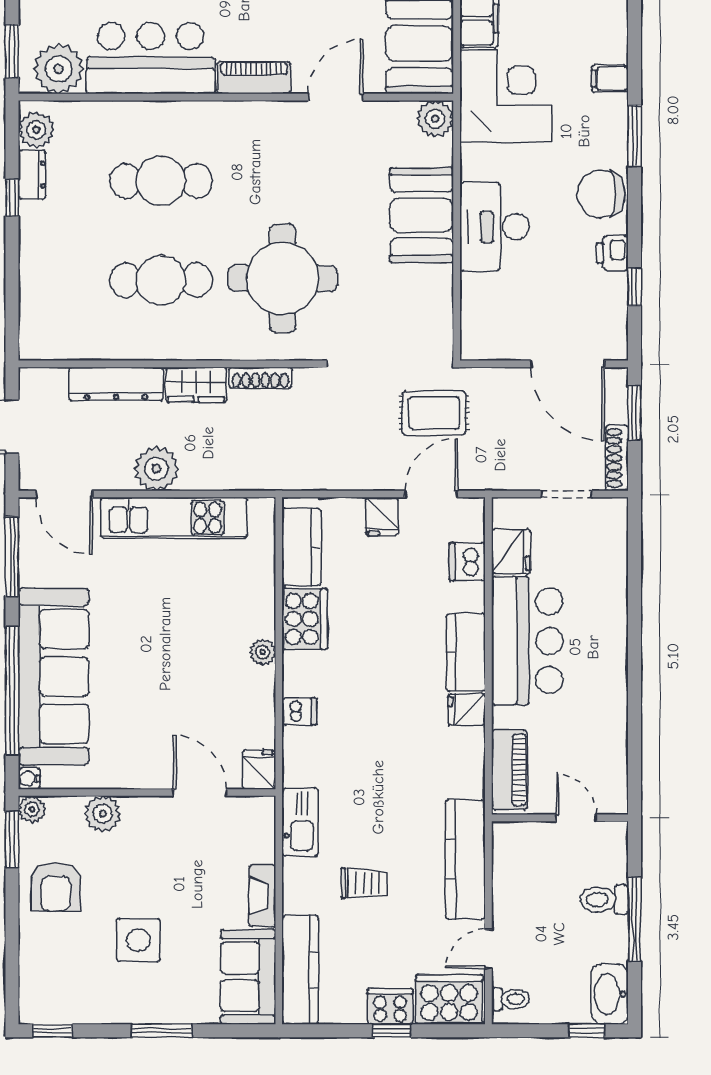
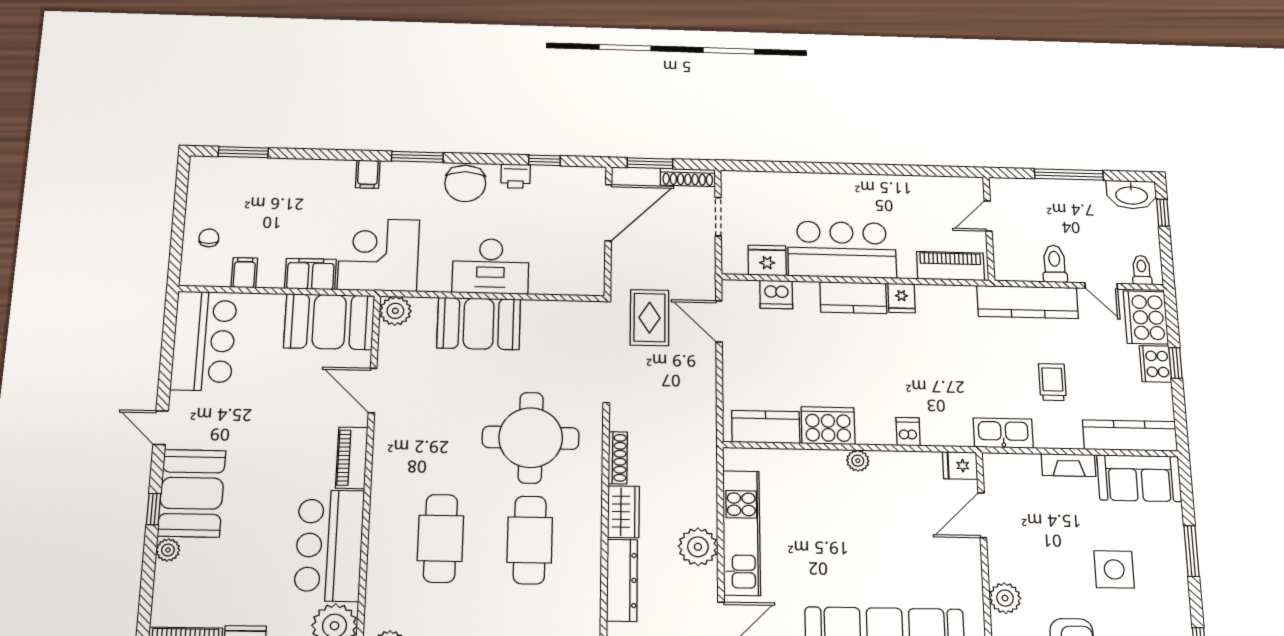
fridge: (382, 516) -> (738, 361), removed
toilet: (604, 900) -> (1055, 264), moved, turned 180

